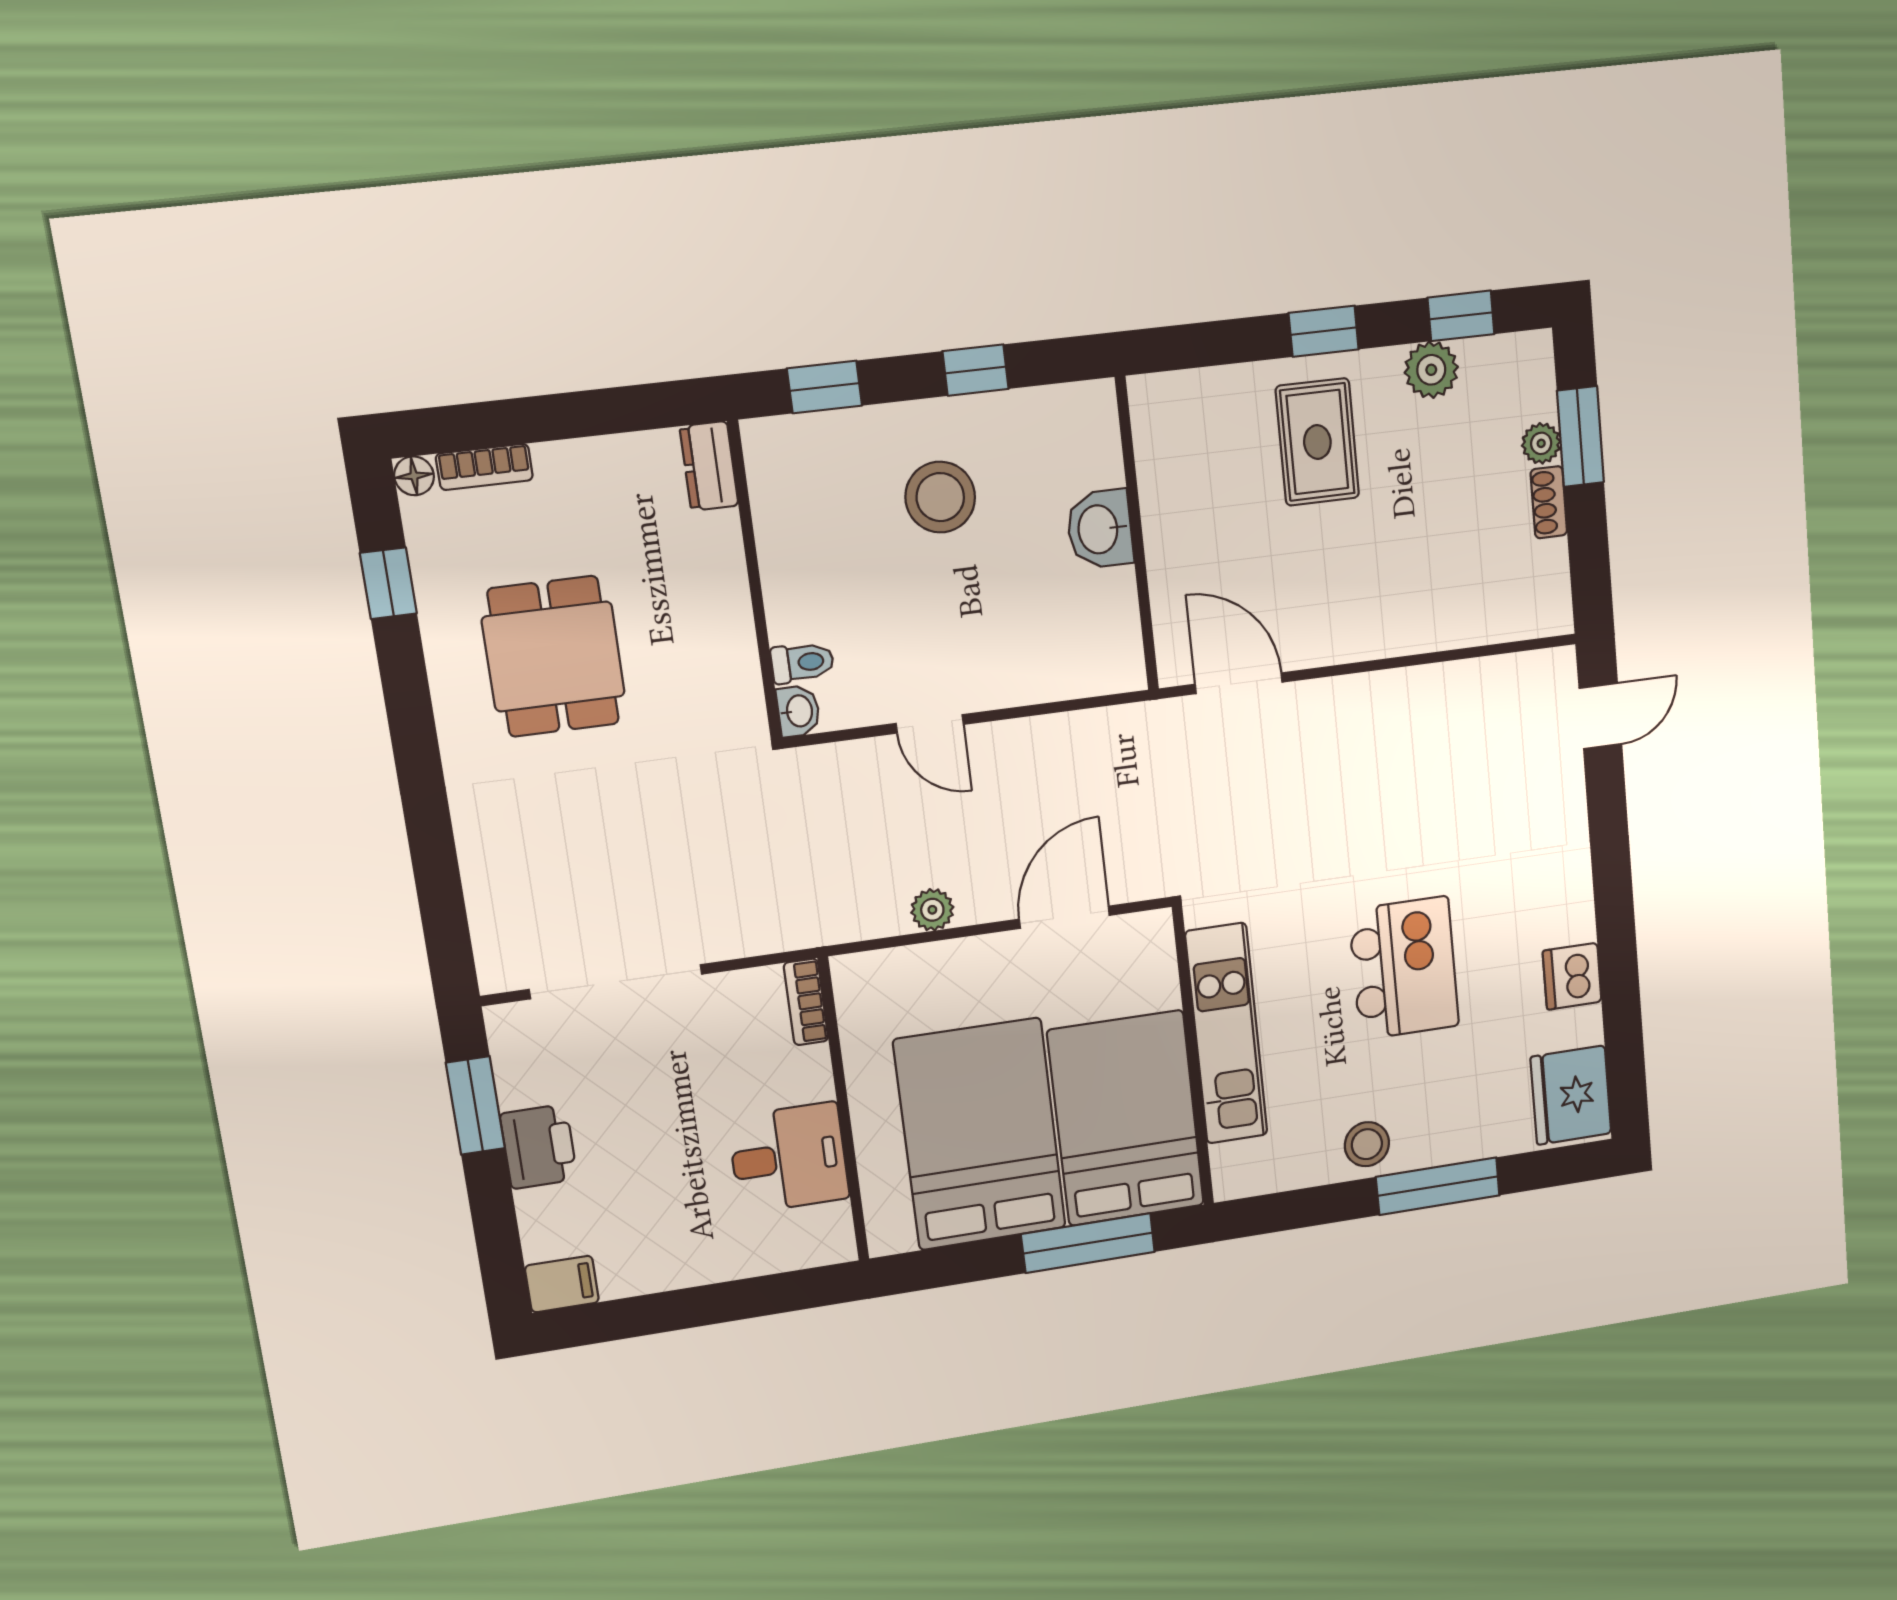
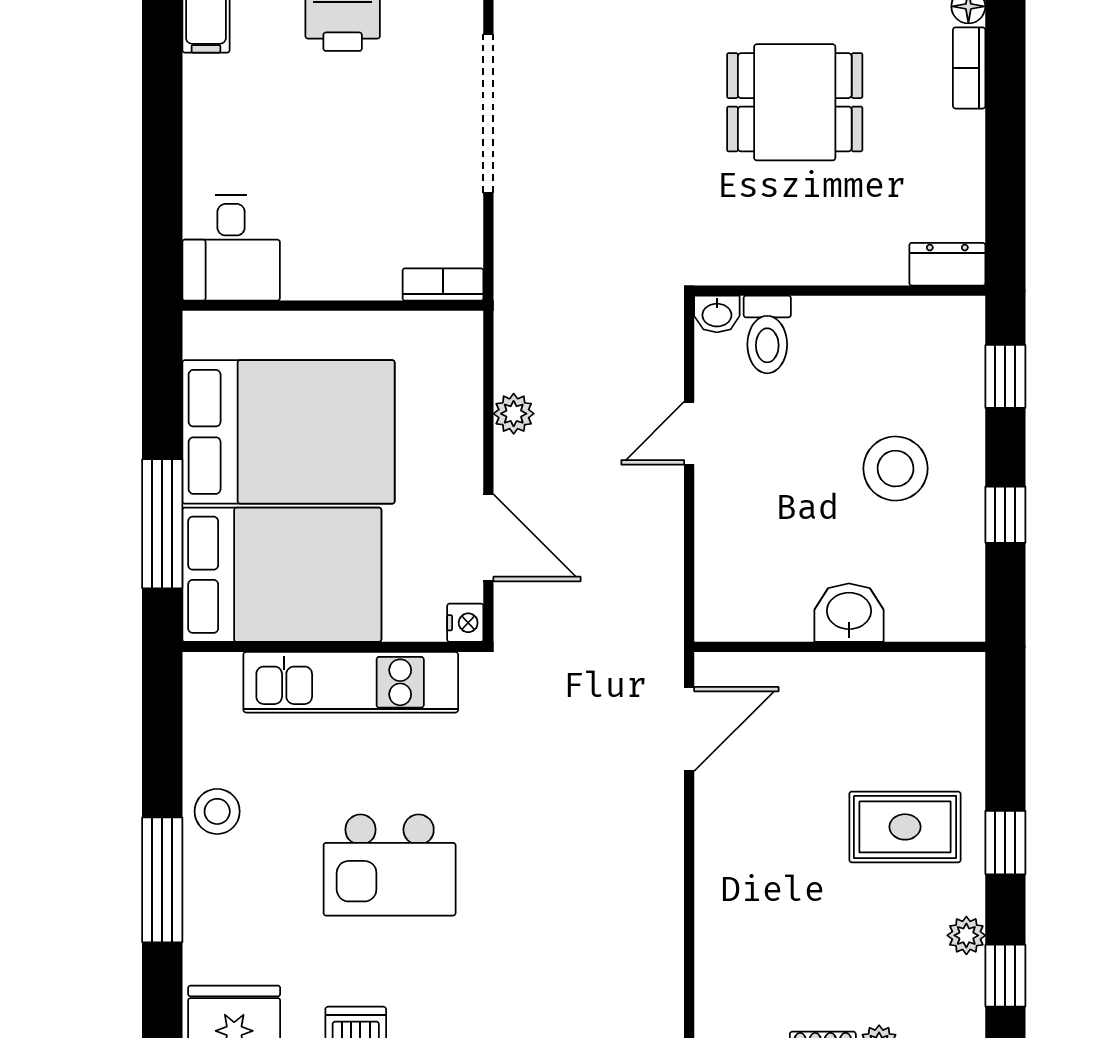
plant: (1431, 370) -> (966, 935), width x0.73, depth x0.73
toilet: (802, 663) -> (767, 334), width x1.37, depth x1.39
nightstand: (1154, 928) -> (465, 623), added
desk: (789, 1158) -> (231, 248), moved

